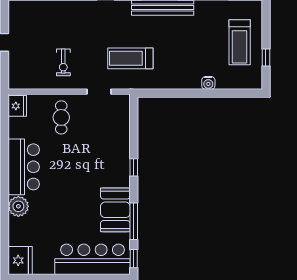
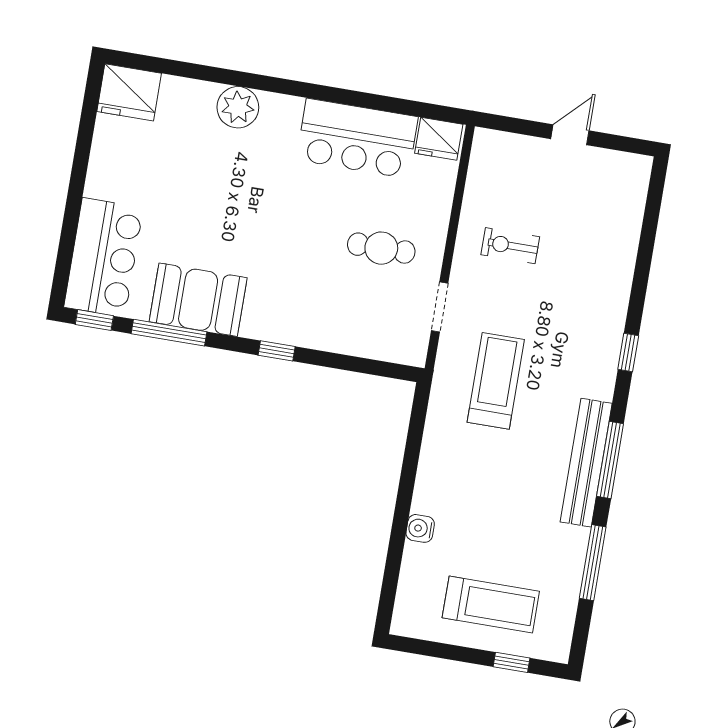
treadmill: (240, 42) -> (491, 605), turned 180
window: (266, 57) -> (511, 662), moved
cafe table: (61, 117) -> (381, 248), moved
bar counter: (24, 167) -> (357, 138), moved
bar counter: (92, 259) -> (104, 257), width x0.73

